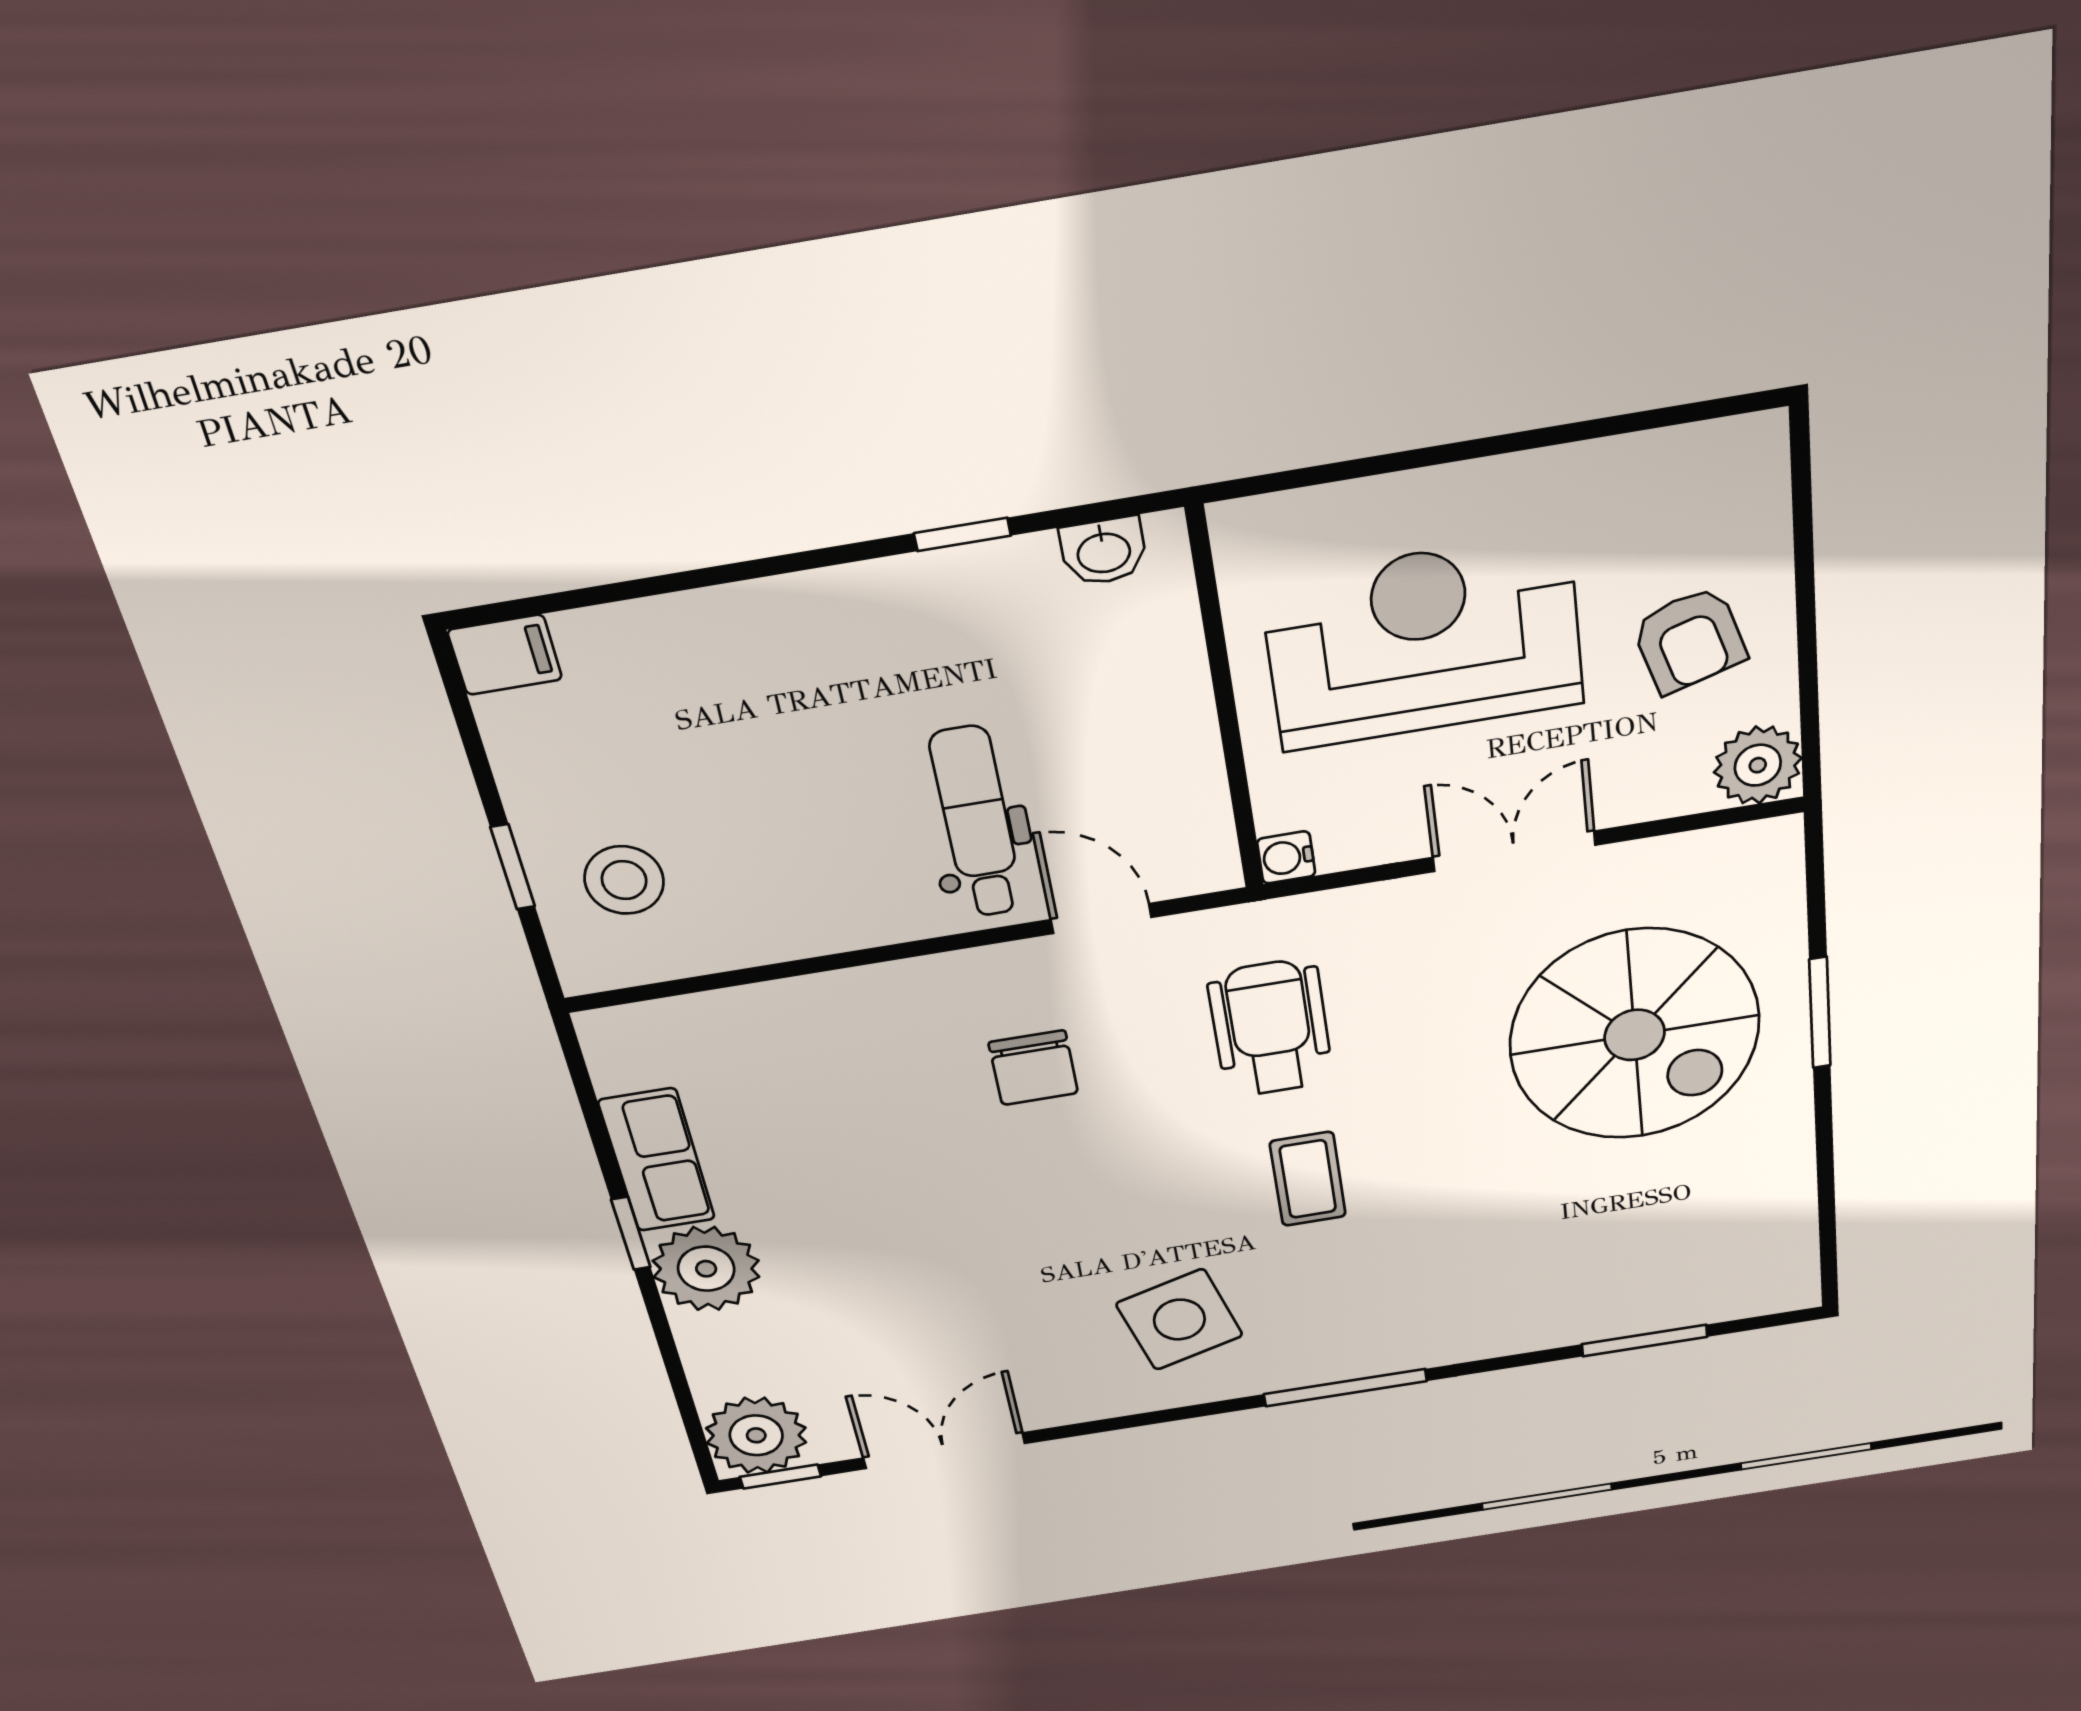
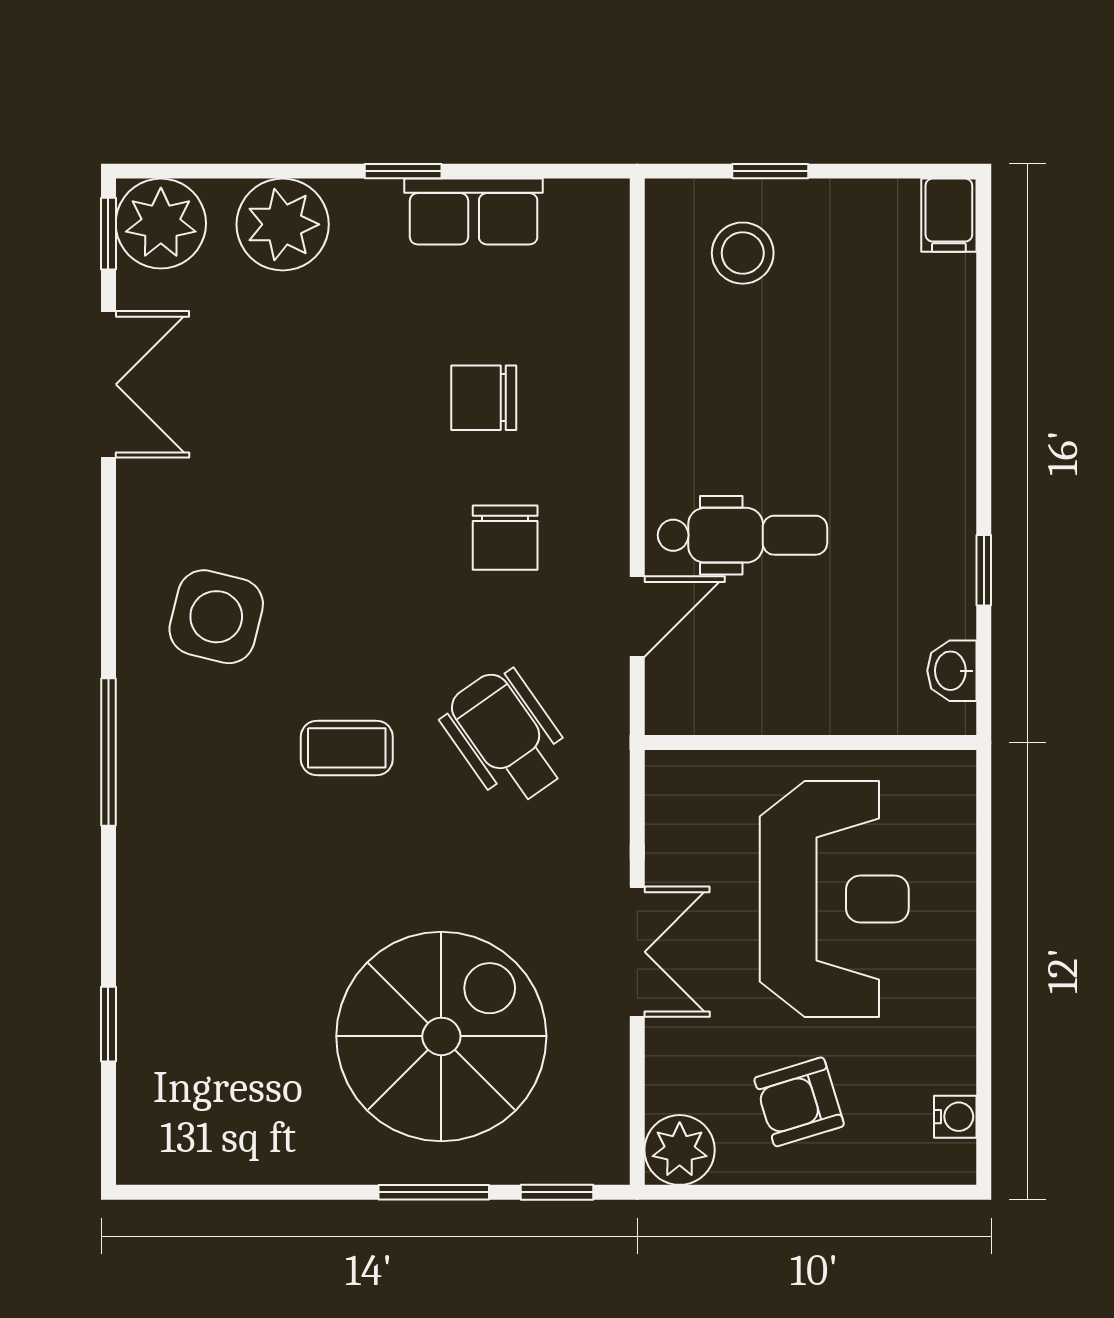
water cooler: (1286, 857) -> (955, 1117), moved, turned 90
window: (1816, 888) -> (557, 1192), added
wheelchair: (1271, 1028) -> (506, 737), turned -125
spiral stairs: (1635, 1035) -> (441, 1036), turned 180
chair: (1033, 1068) -> (505, 538), turned -90
chair: (873, 1115) -> (484, 398), added
plant: (706, 1269) -> (283, 224), moved
side table: (1179, 1320) -> (216, 617), turned 30
window: (1645, 1341) -> (108, 1024), width x0.67

